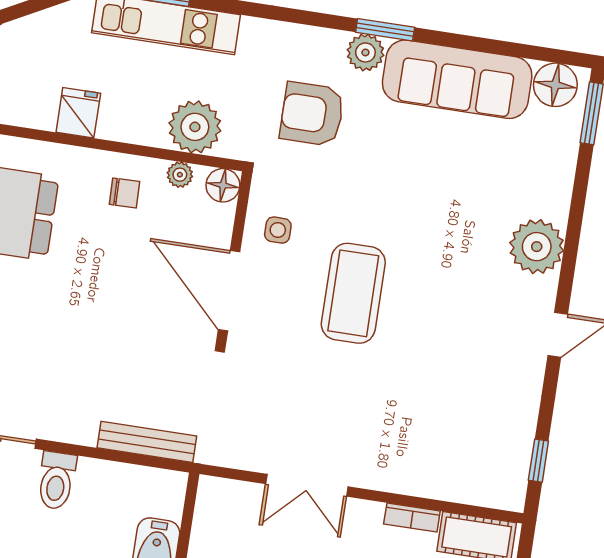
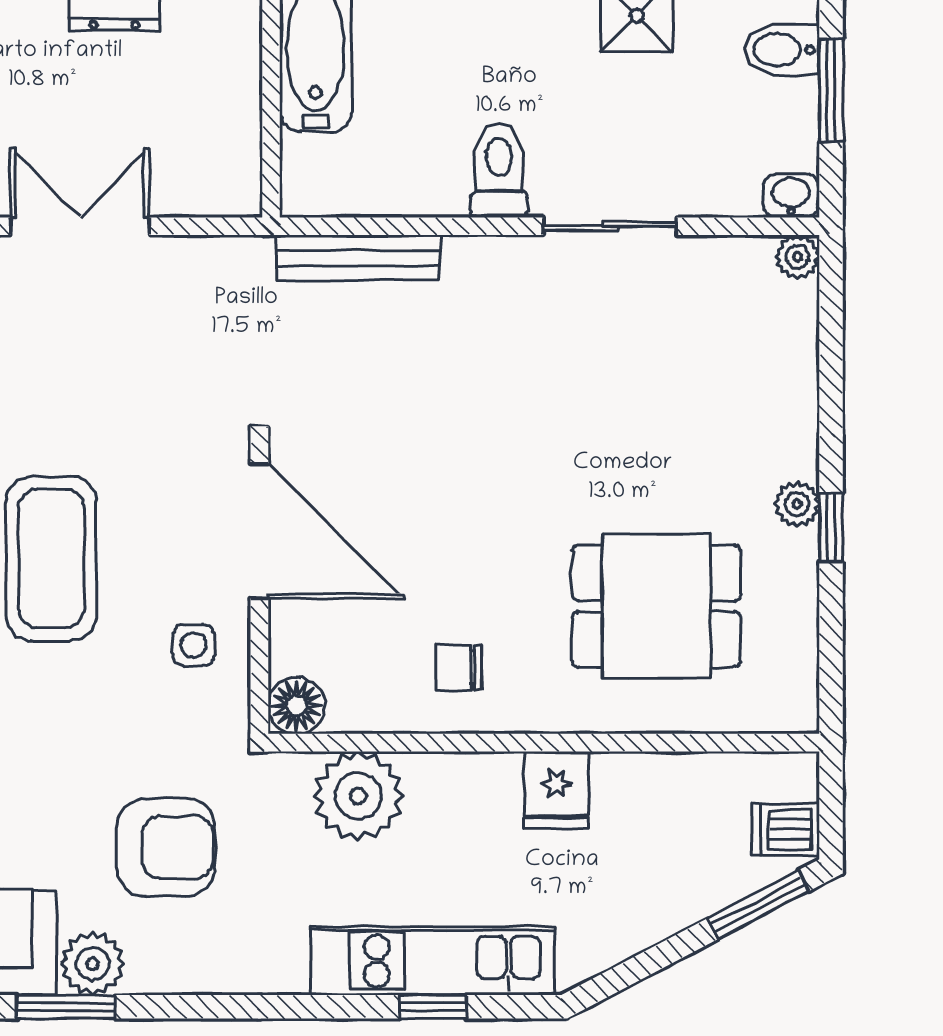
plant: (180, 175) -> (371, 712), removed

